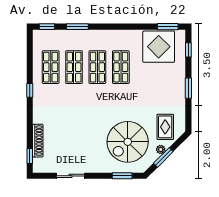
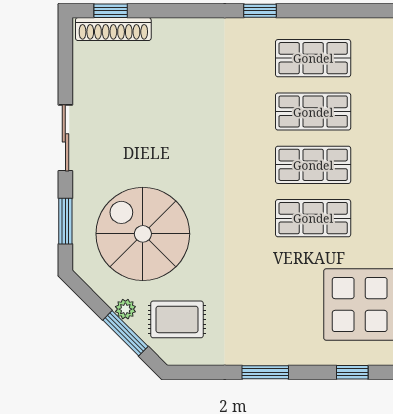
shoe rack: (38, 141) -> (113, 29), moved
window: (163, 157) -> (125, 333), moved
sliding door: (71, 176) -> (65, 138), moved

